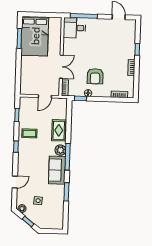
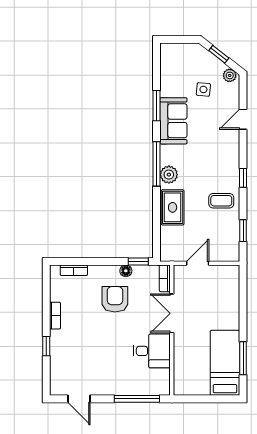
desk: (74, 28) -> (152, 351), moved
bed: (35, 36) -> (225, 363), width x0.67
sofa: (57, 170) -> (173, 121), moved

